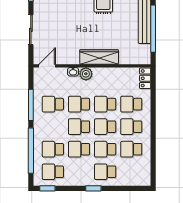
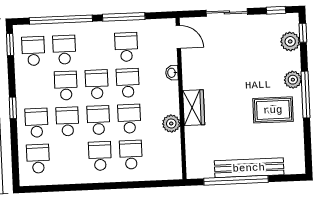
wardrobe: (99, 57) -> (194, 108), width x0.67
plant: (86, 74) -> (171, 123), moved
locker: (145, 78) -> (167, 172), removed
school desk: (131, 149) -> (38, 159), moved

